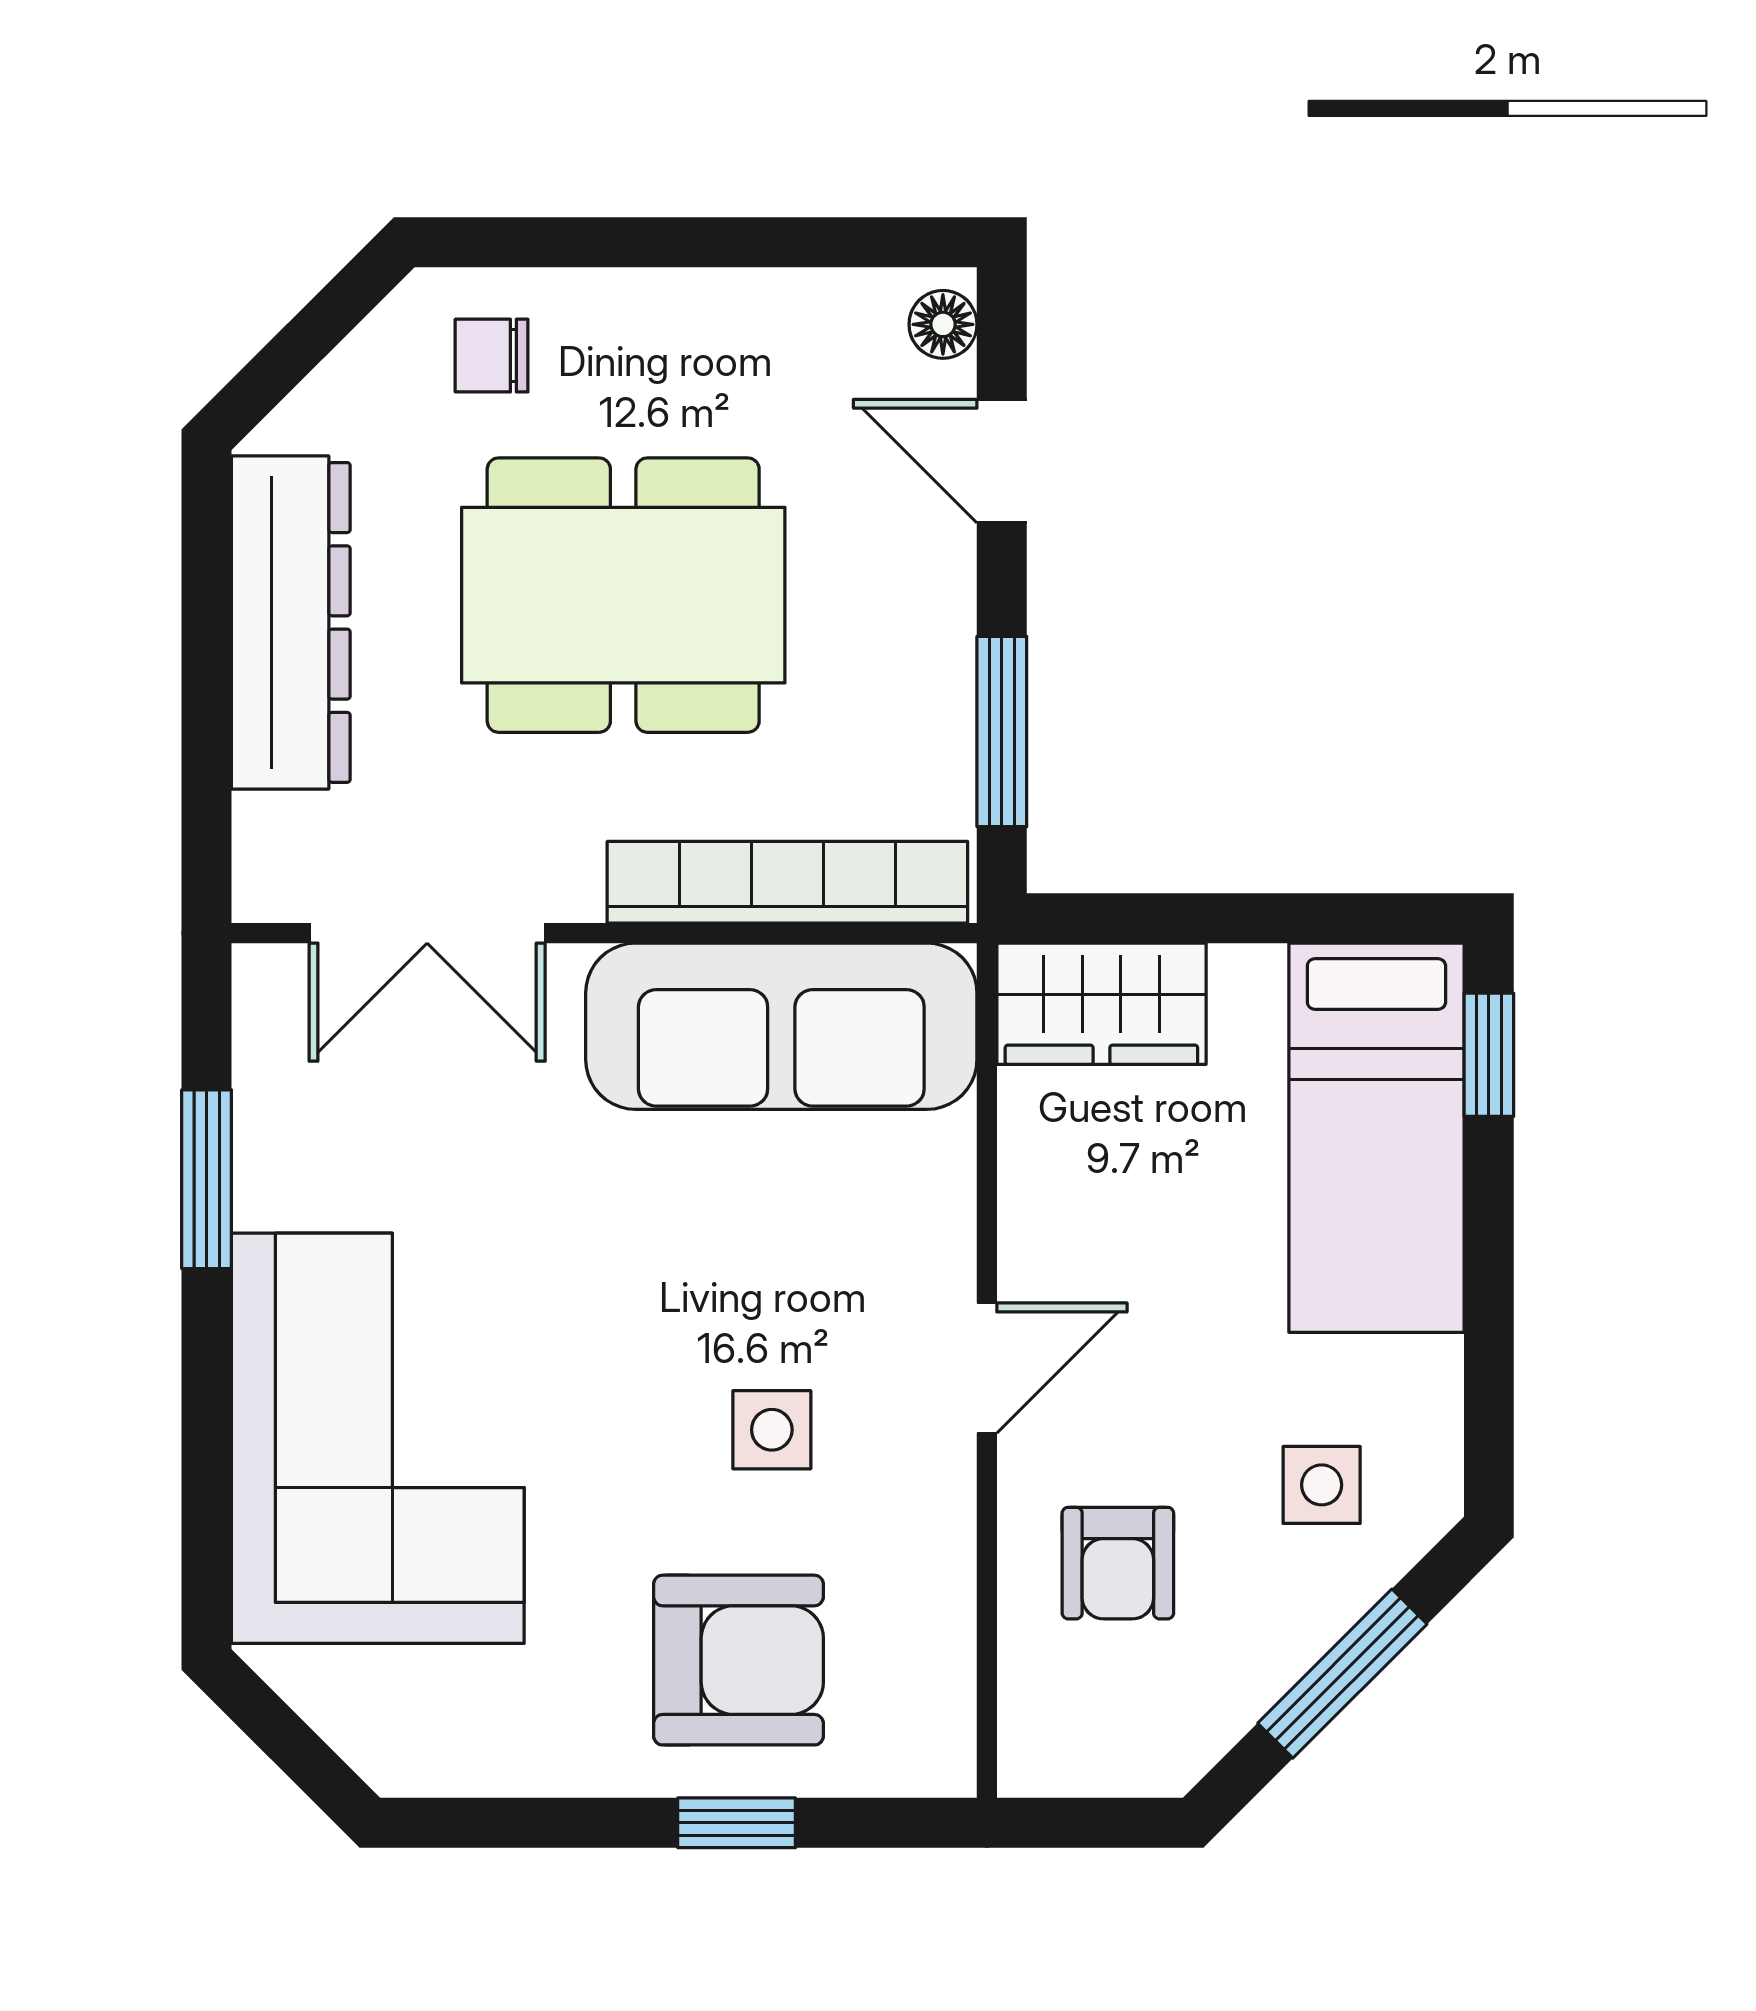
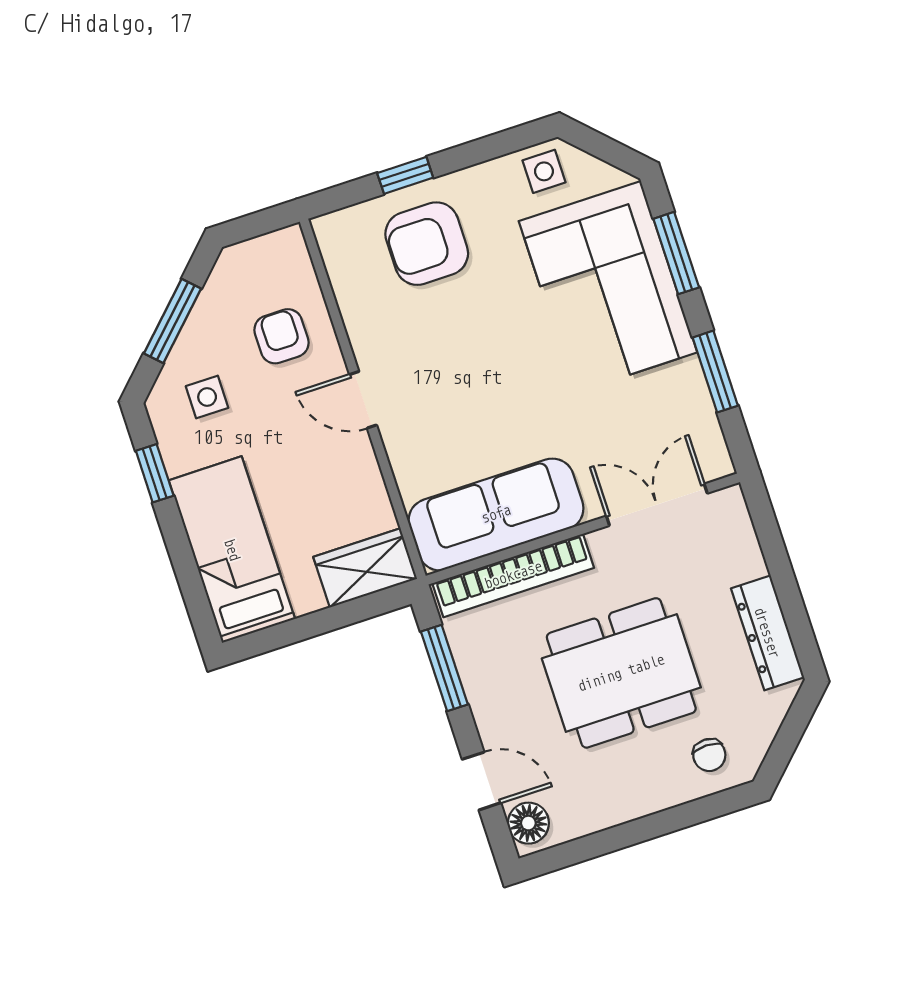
floor lamp: (943, 324) -> (528, 823), width x1.37, depth x1.37
chair: (492, 356) -> (709, 755), turned 90
dresser: (291, 622) -> (767, 633), width x0.73, depth x0.80
window: (1489, 1055) -> (155, 473), moved
door: (987, 1368) -> (363, 400), hinge flipped
side table: (772, 1430) -> (544, 171), moved
window: (207, 1463) -> (676, 253), added

